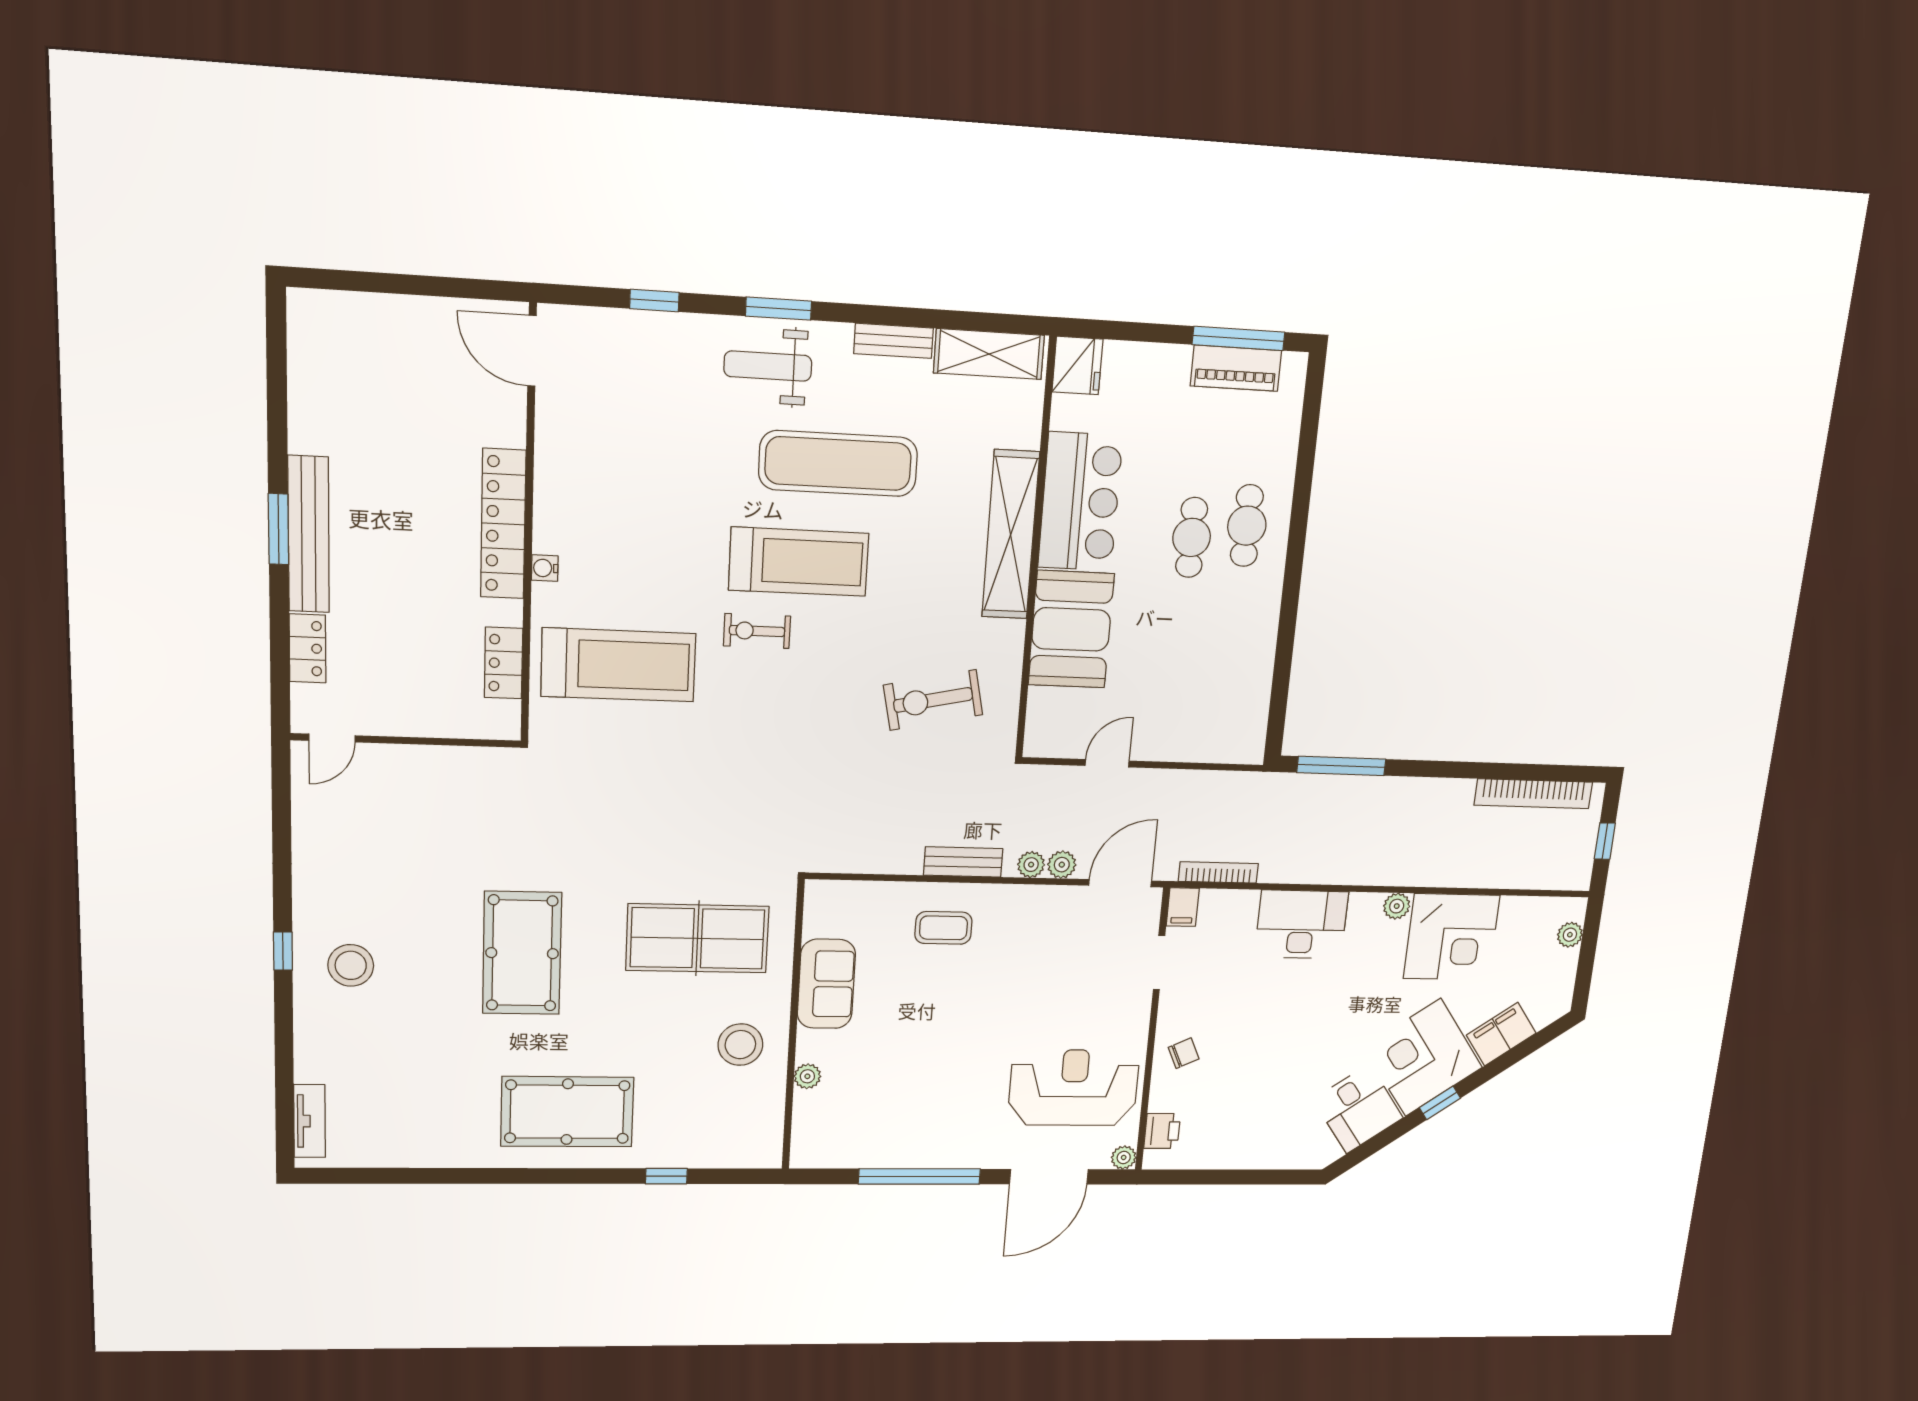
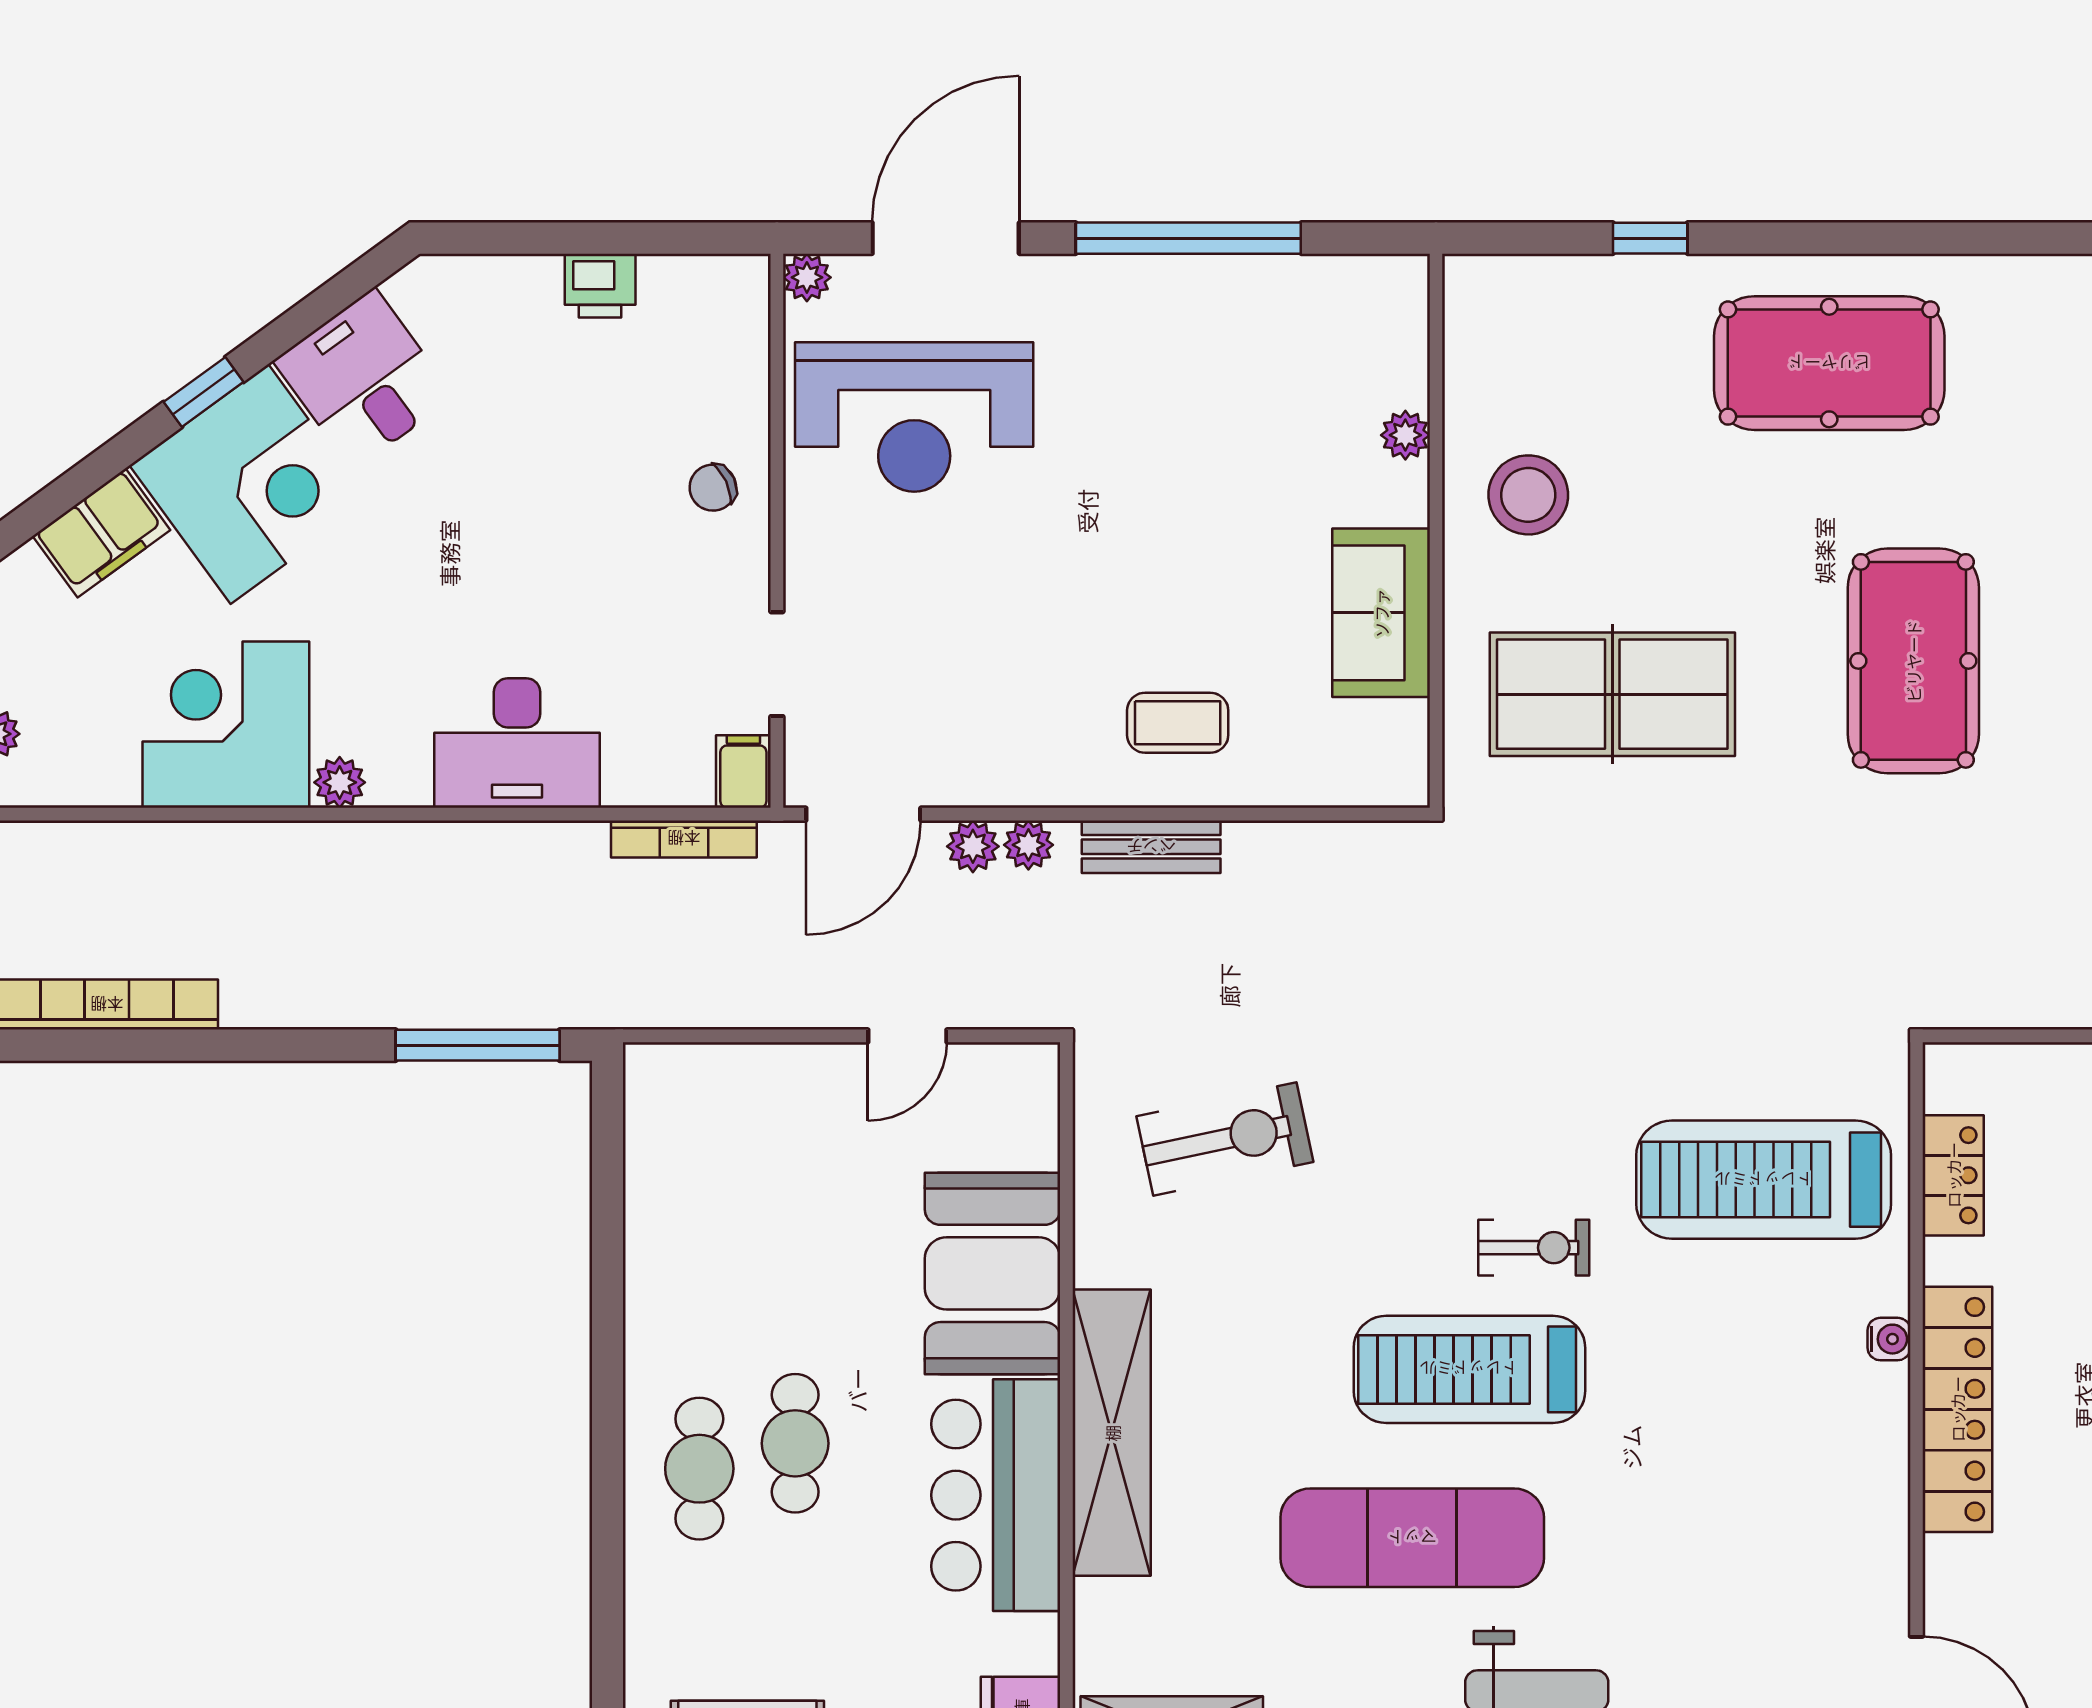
printer: (1162, 1131) -> (600, 286), moved, turned -90

